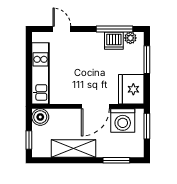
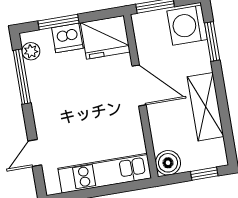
dishwasher: (114, 41) -> (67, 38), moved, turned 90
washing machine: (123, 120) -> (187, 25), moved, turned 180

